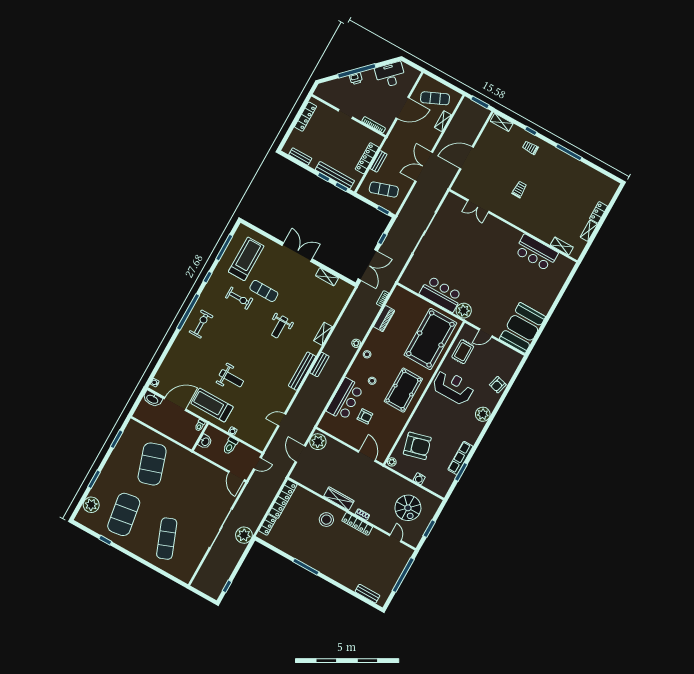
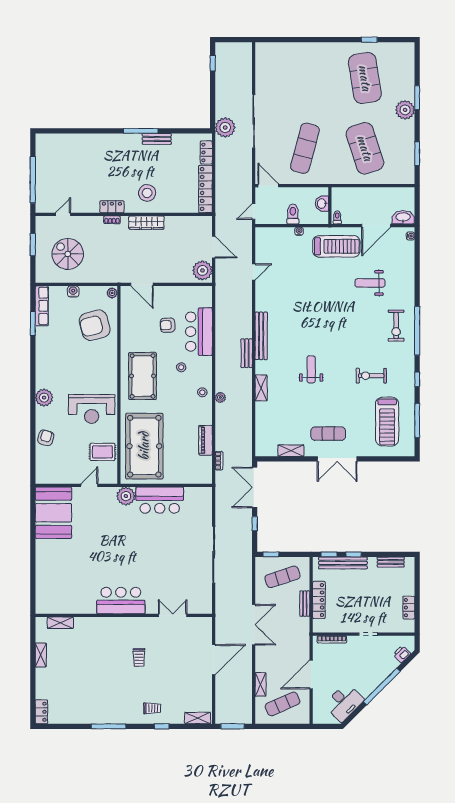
printer: (356, 79) -> (402, 654), moved
locker: (306, 117) -> (409, 608), width x0.66
locker: (599, 212) -> (41, 712), moved
bar counter: (536, 253) -> (121, 601), moved
exercise mat: (264, 291) -> (328, 434), moved
rug: (463, 352) -> (102, 452), turned 90
weight bench: (231, 378) -> (370, 283), moved
row of seats: (460, 458) -> (42, 306), moved
plant: (91, 505) -> (405, 110), moved
locker: (357, 524) -> (112, 207), width x0.66
door: (395, 538) -> (63, 214), swing flipped
exercise mat: (167, 539) -> (305, 148), moved, turned 36
bench: (367, 594) -> (157, 139), moved

